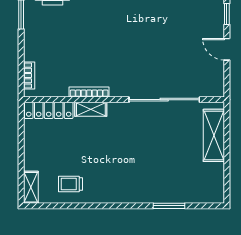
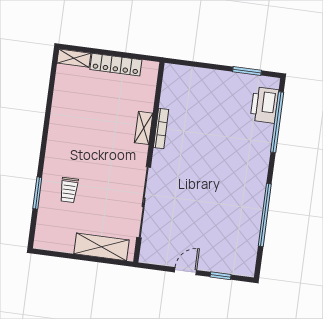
bookcase: (29, 76) -> (185, 71), removed
locker: (49, 110) -> (116, 65), moved, turned -90
trolley: (70, 184) -> (69, 190), moved, turned 180

